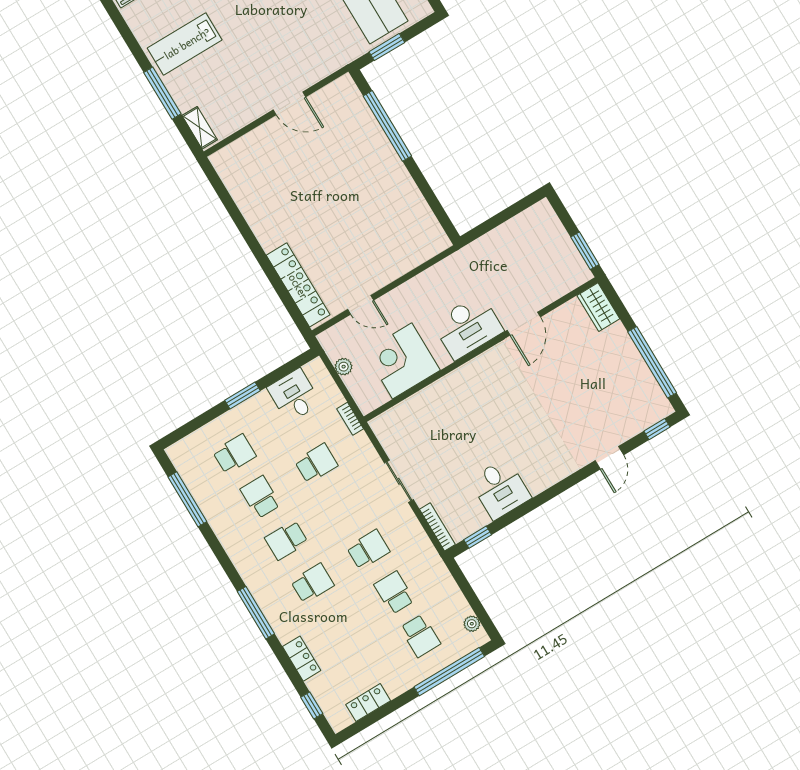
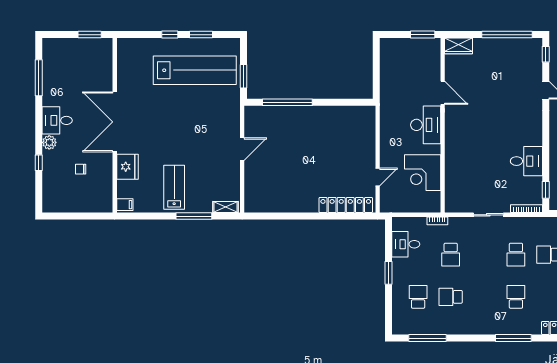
lab bench: (185, 44) -> (174, 187), turned 180
plant: (344, 367) -> (406, 207), removed
school desk: (316, 463) -> (451, 255), turned 180
school desk: (286, 540) -> (483, 297), removed
school desk: (368, 550) -> (516, 255), turned 180

